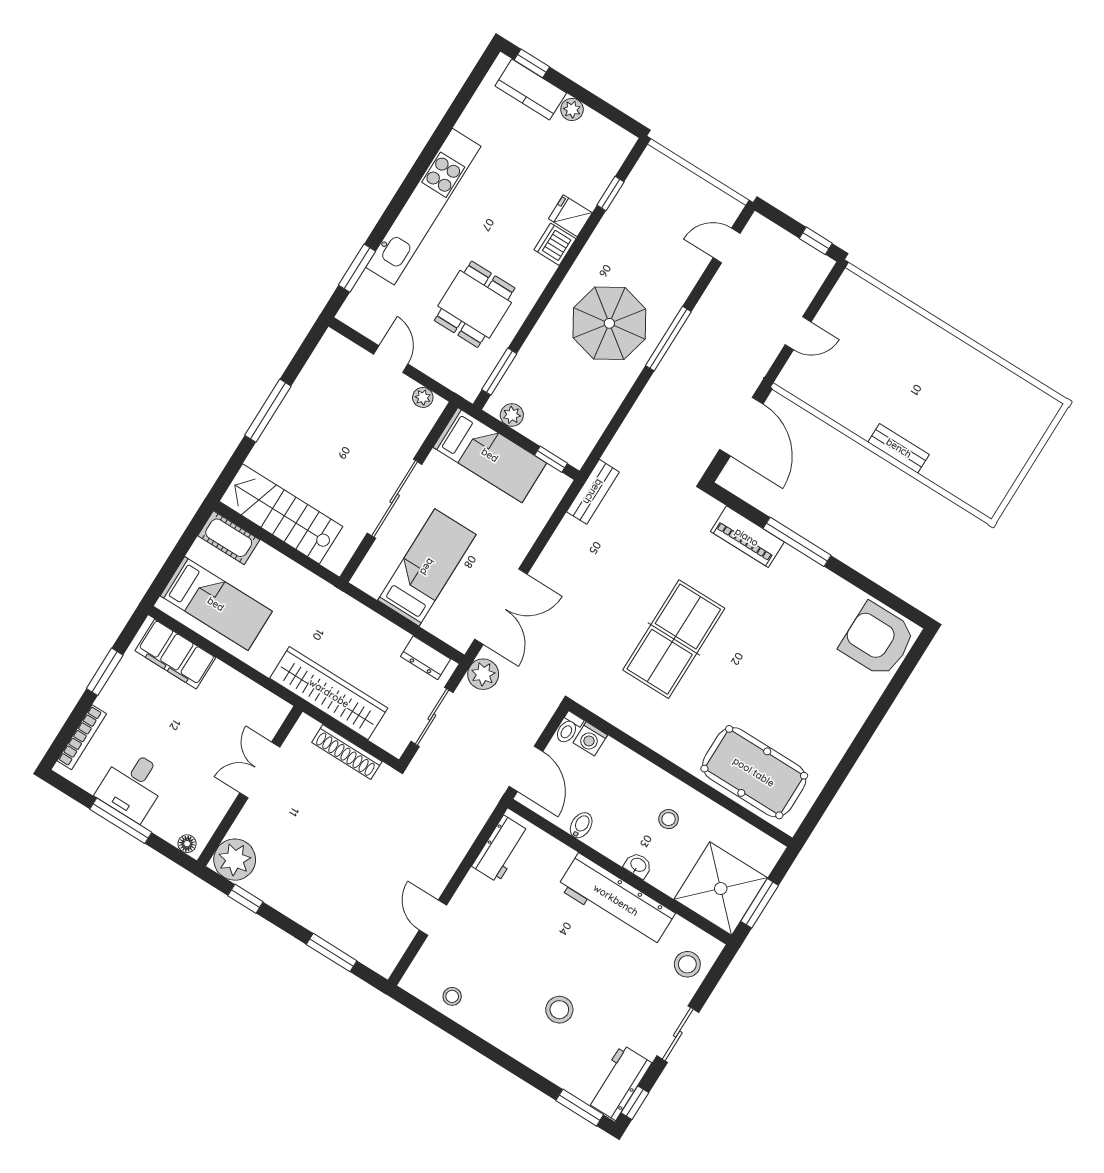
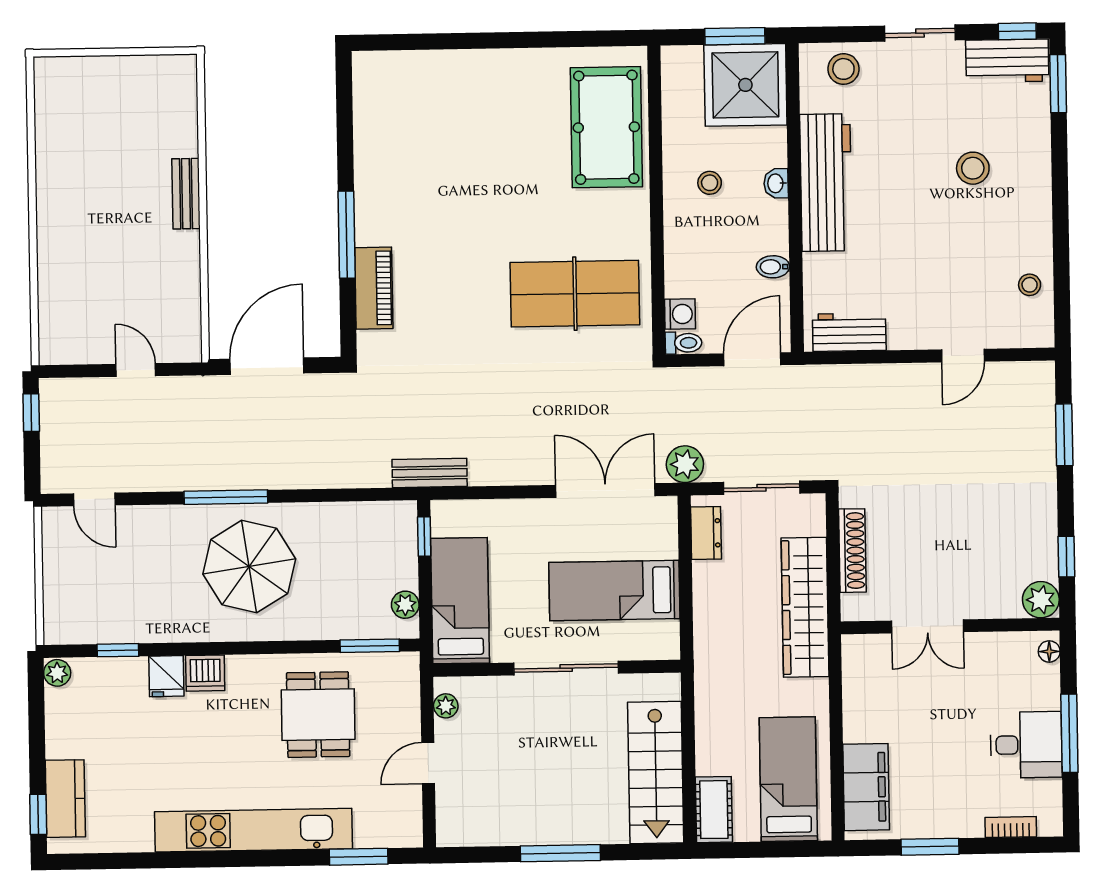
plant: (572, 109) -> (57, 673), moved
dining table: (475, 304) -> (318, 715), turned 90
table tennis table: (674, 639) -> (575, 294), moved
armchair: (878, 640) -> (392, 90), removed
bookcase: (82, 737) -> (1011, 827), width x0.64
plant: (235, 860) -> (1041, 600), width x0.73, depth x0.73

